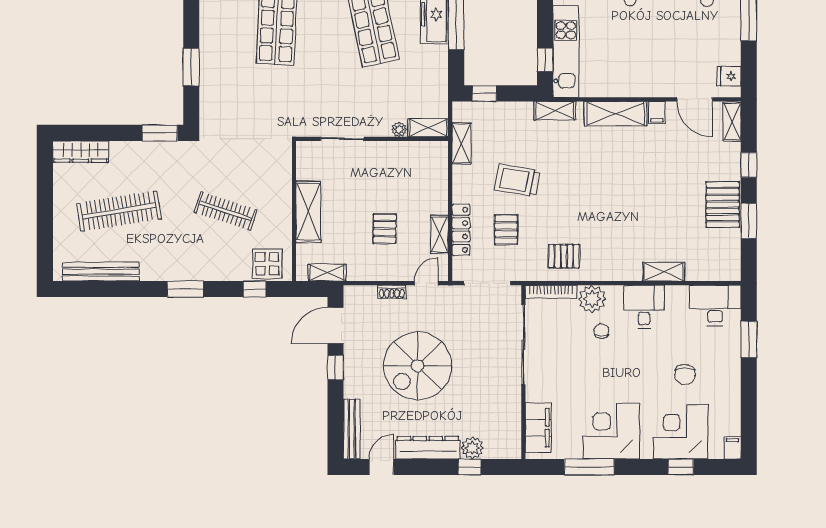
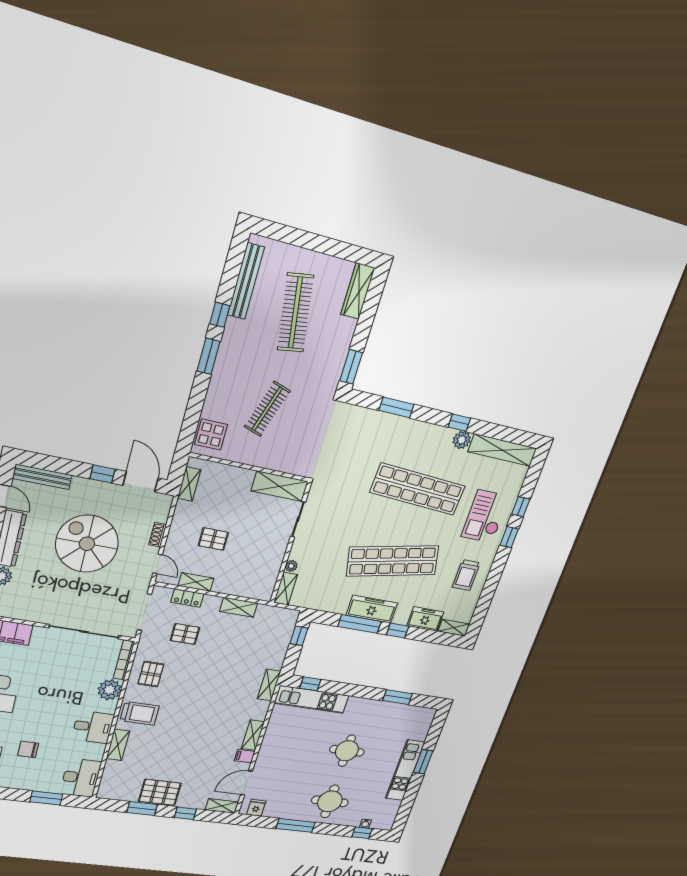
shelving: (616, 114) -> (253, 735), width x0.67, depth x0.75
shelving: (462, 143) -> (239, 607), moved
trolley: (517, 180) -> (140, 713), moved, turned 80
shelving: (308, 212) -> (280, 486), moved
locker: (461, 230) -> (187, 598), width x0.66
window: (254, 289) -> (220, 315), moved
chair: (601, 331) -> (81, 693), removed

